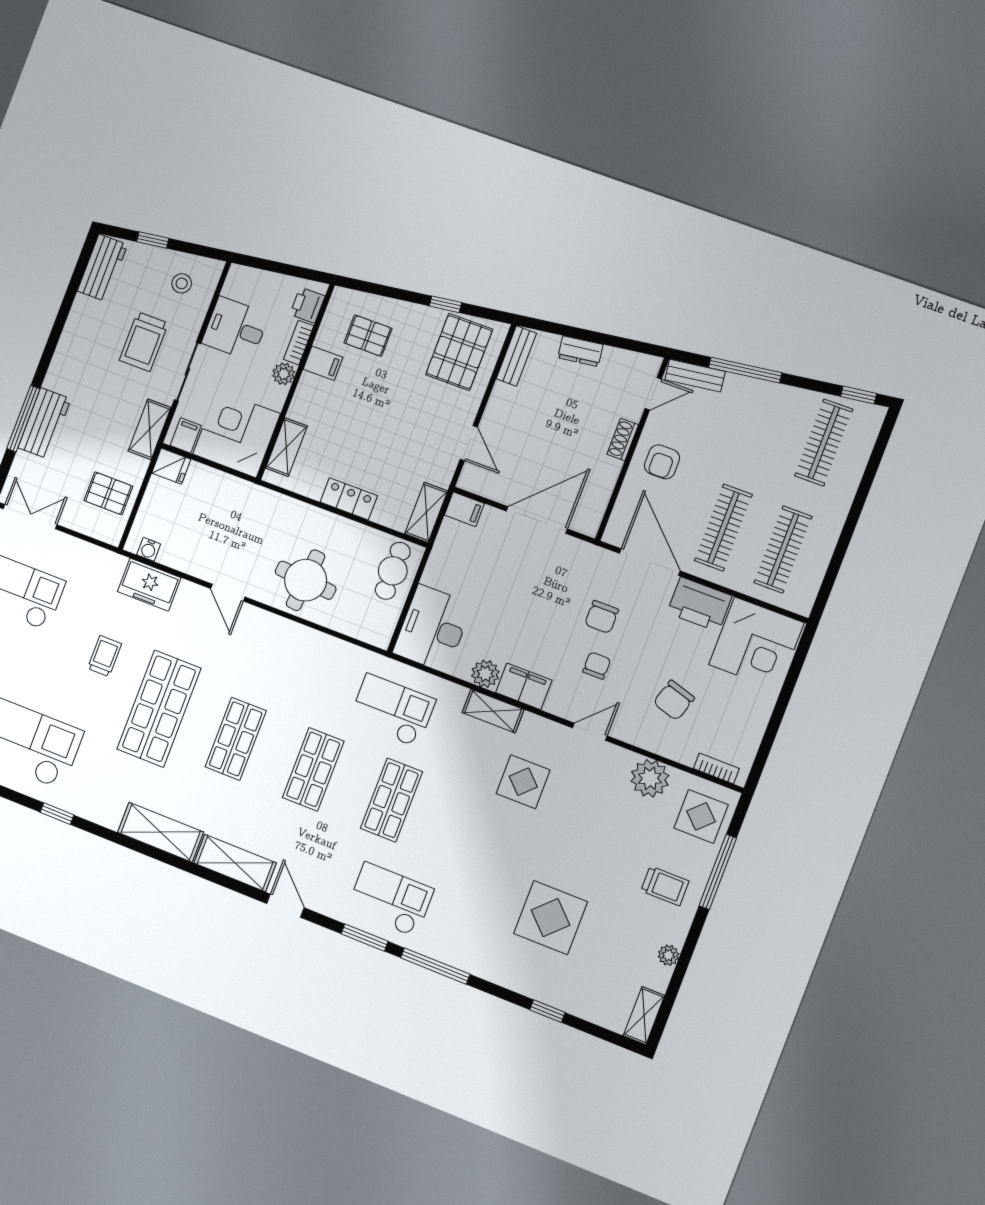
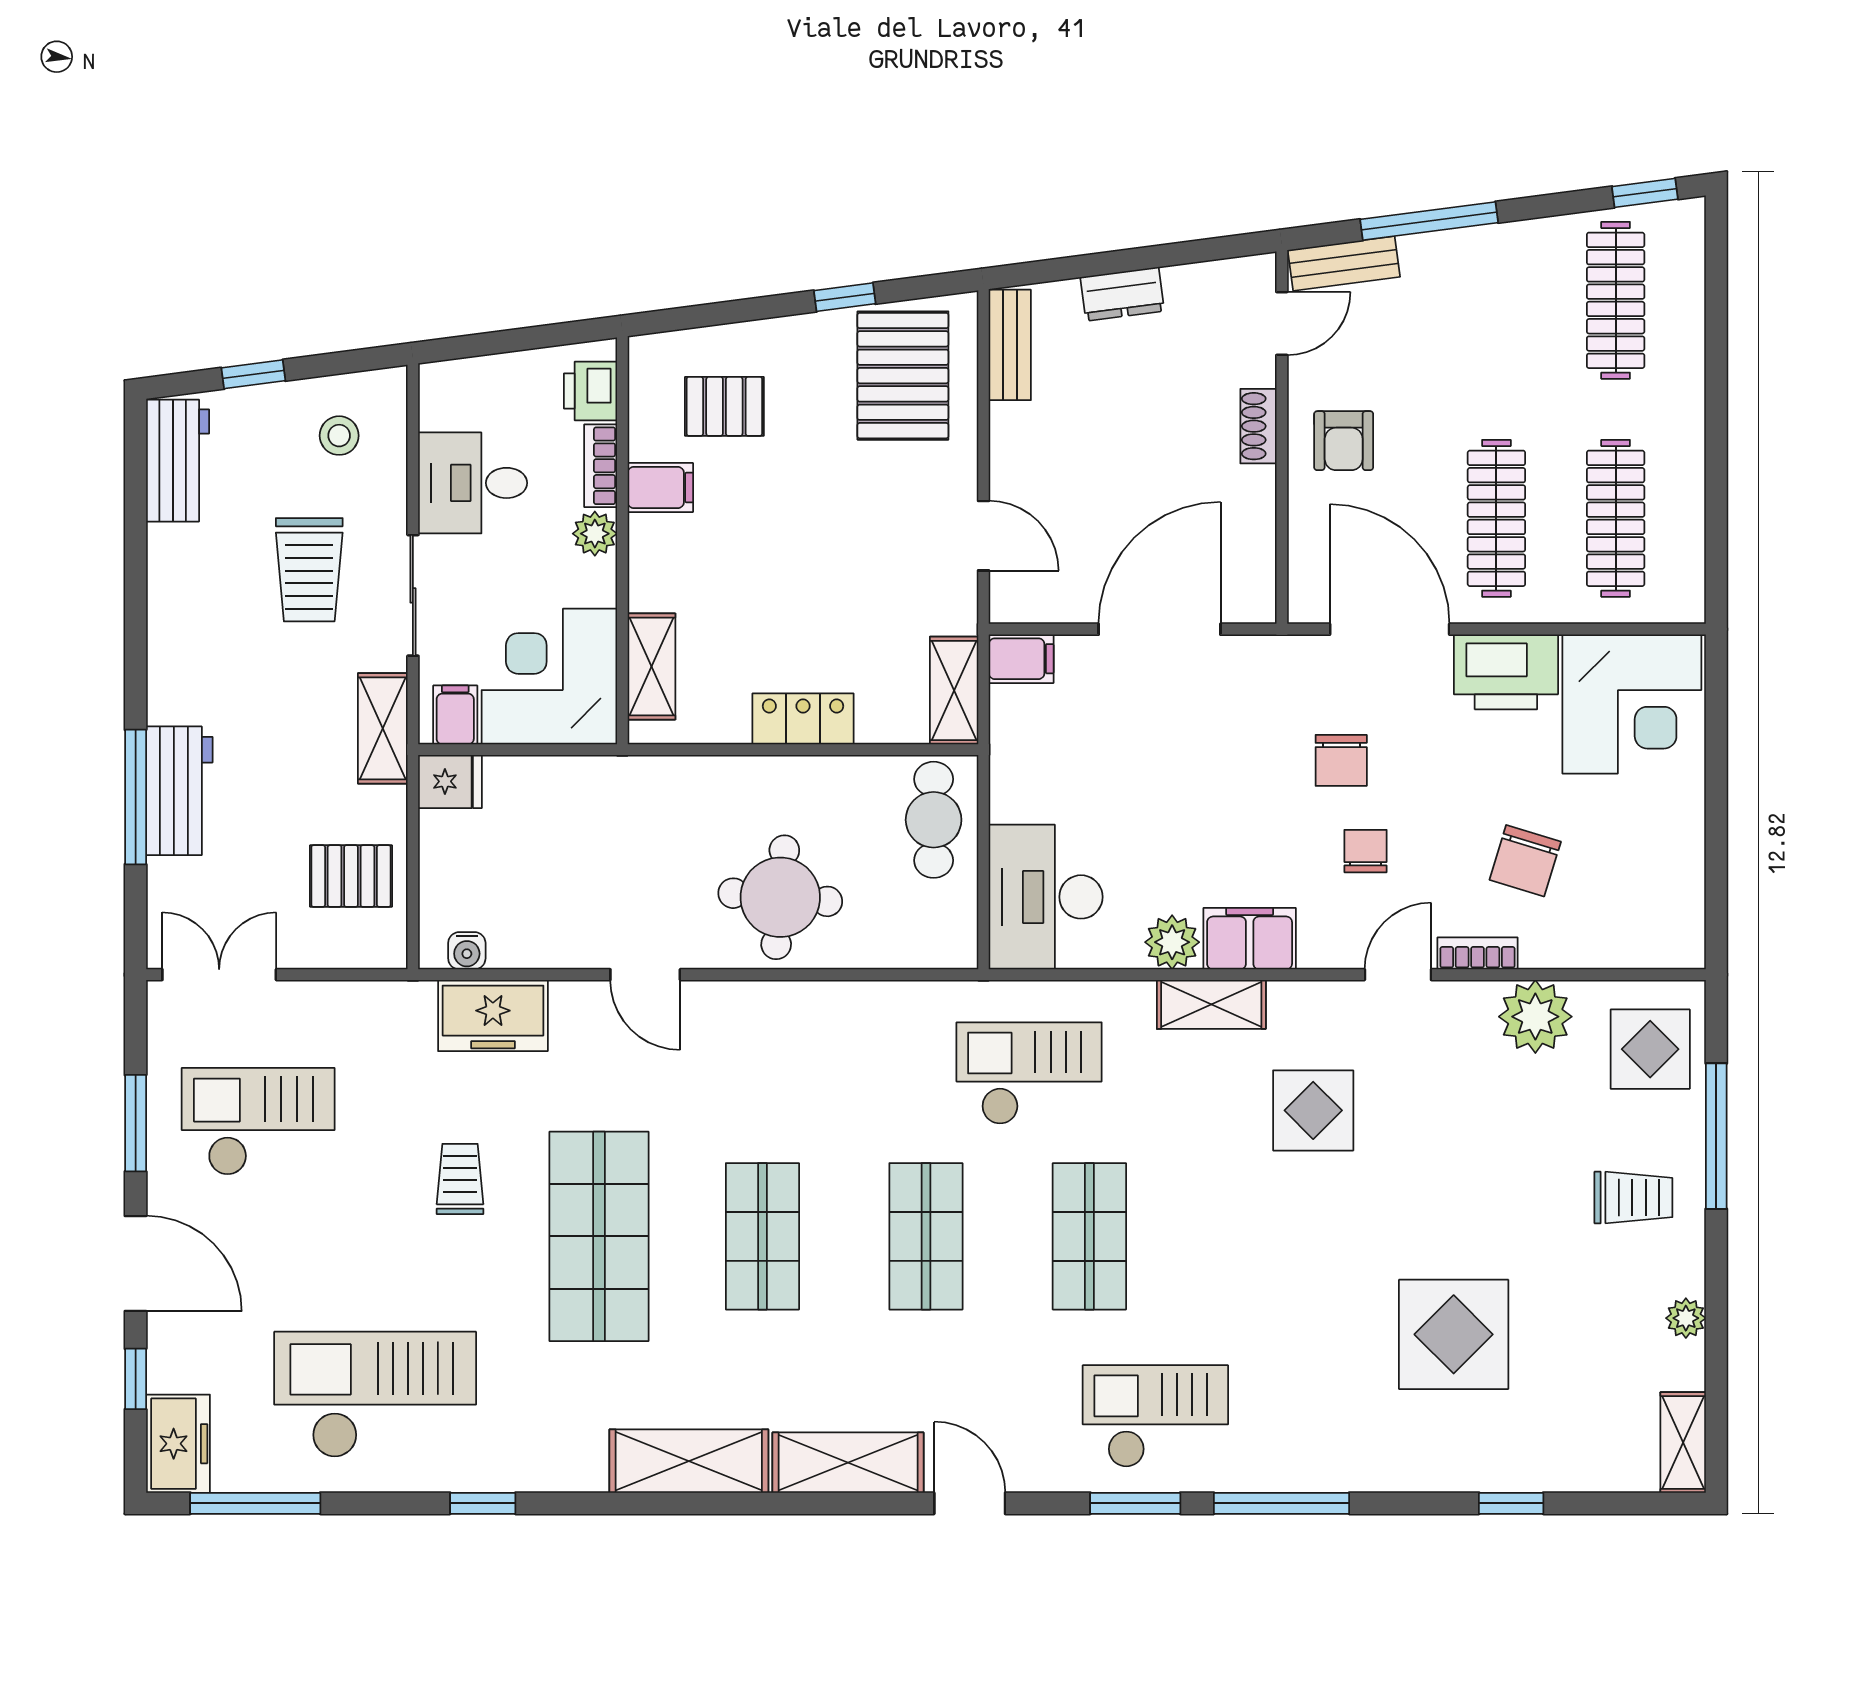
bookcase: (716, 768) -> (1478, 953), moved

